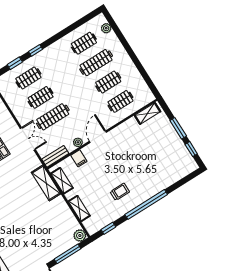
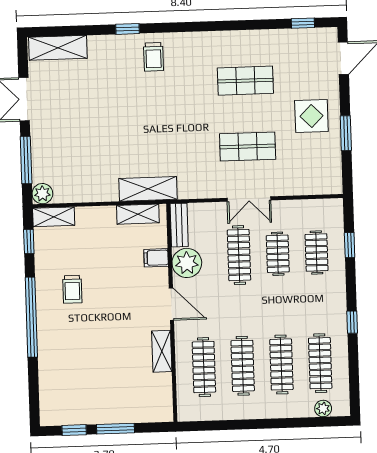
clothes rail: (84, 43) -> (320, 363), width x1.36
window: (36, 50) -> (352, 322), moved
clothes rail: (108, 82) -> (243, 366), width x1.36
clothes rail: (120, 101) -> (204, 367), width x1.36
shelving: (147, 113) -> (162, 351), moved
double door: (28, 139) -> (249, 199), moved
plant: (78, 142) -> (187, 263), width x1.88, depth x1.88
shelving: (79, 208) -> (54, 217), moved

